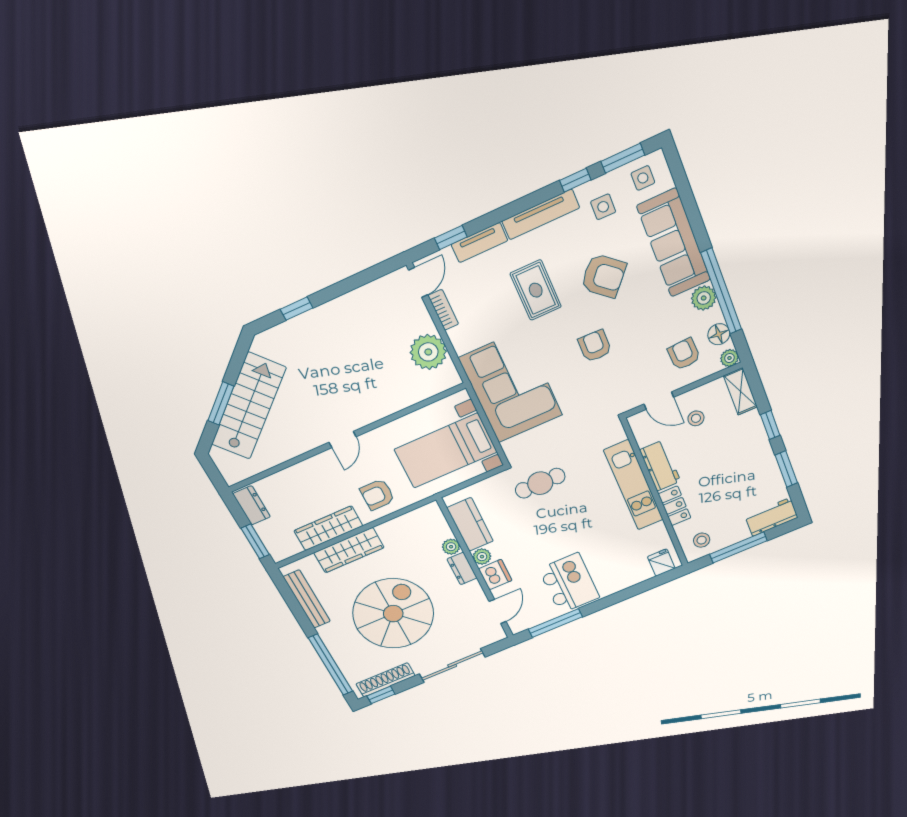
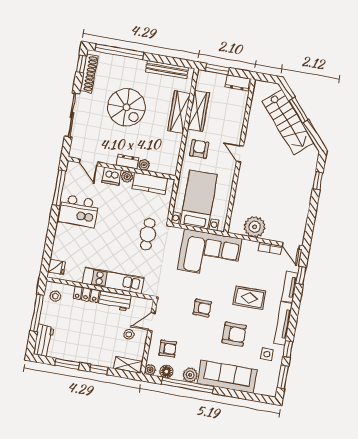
side table: (643, 178) -> (268, 381), removed
armchair: (604, 276) -> (234, 334), turned -131
spiral stairs: (393, 614) -> (126, 107), width x0.73, depth x0.73

